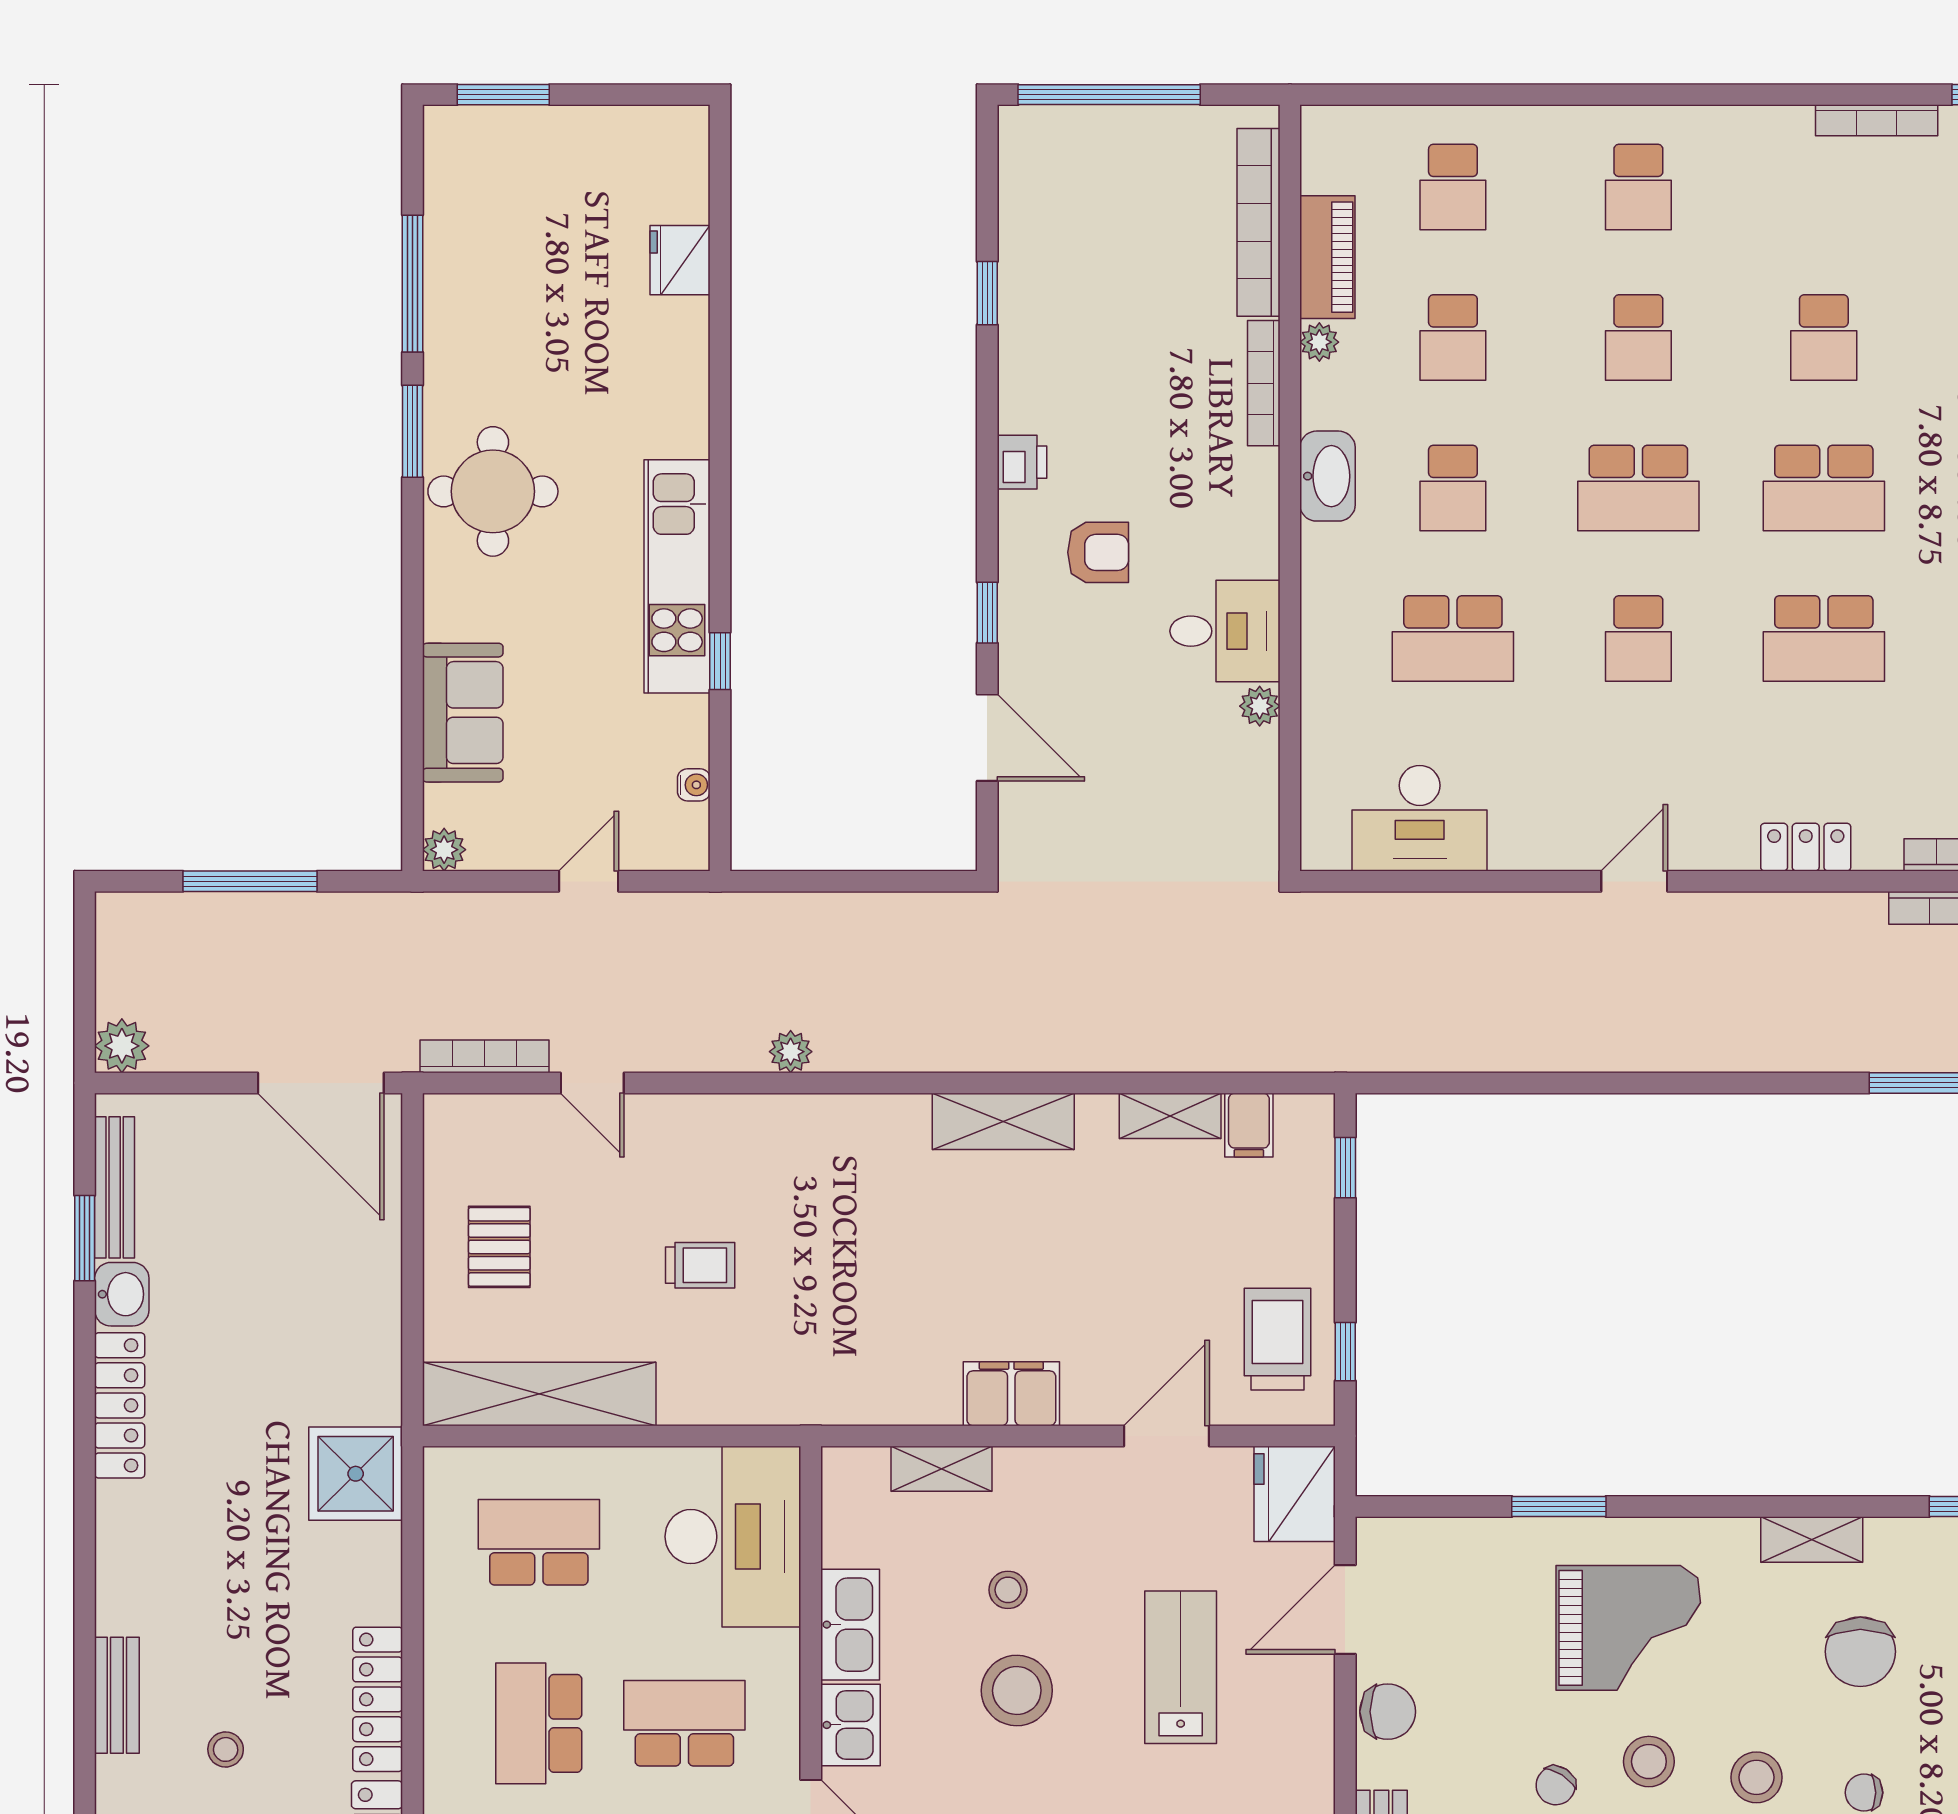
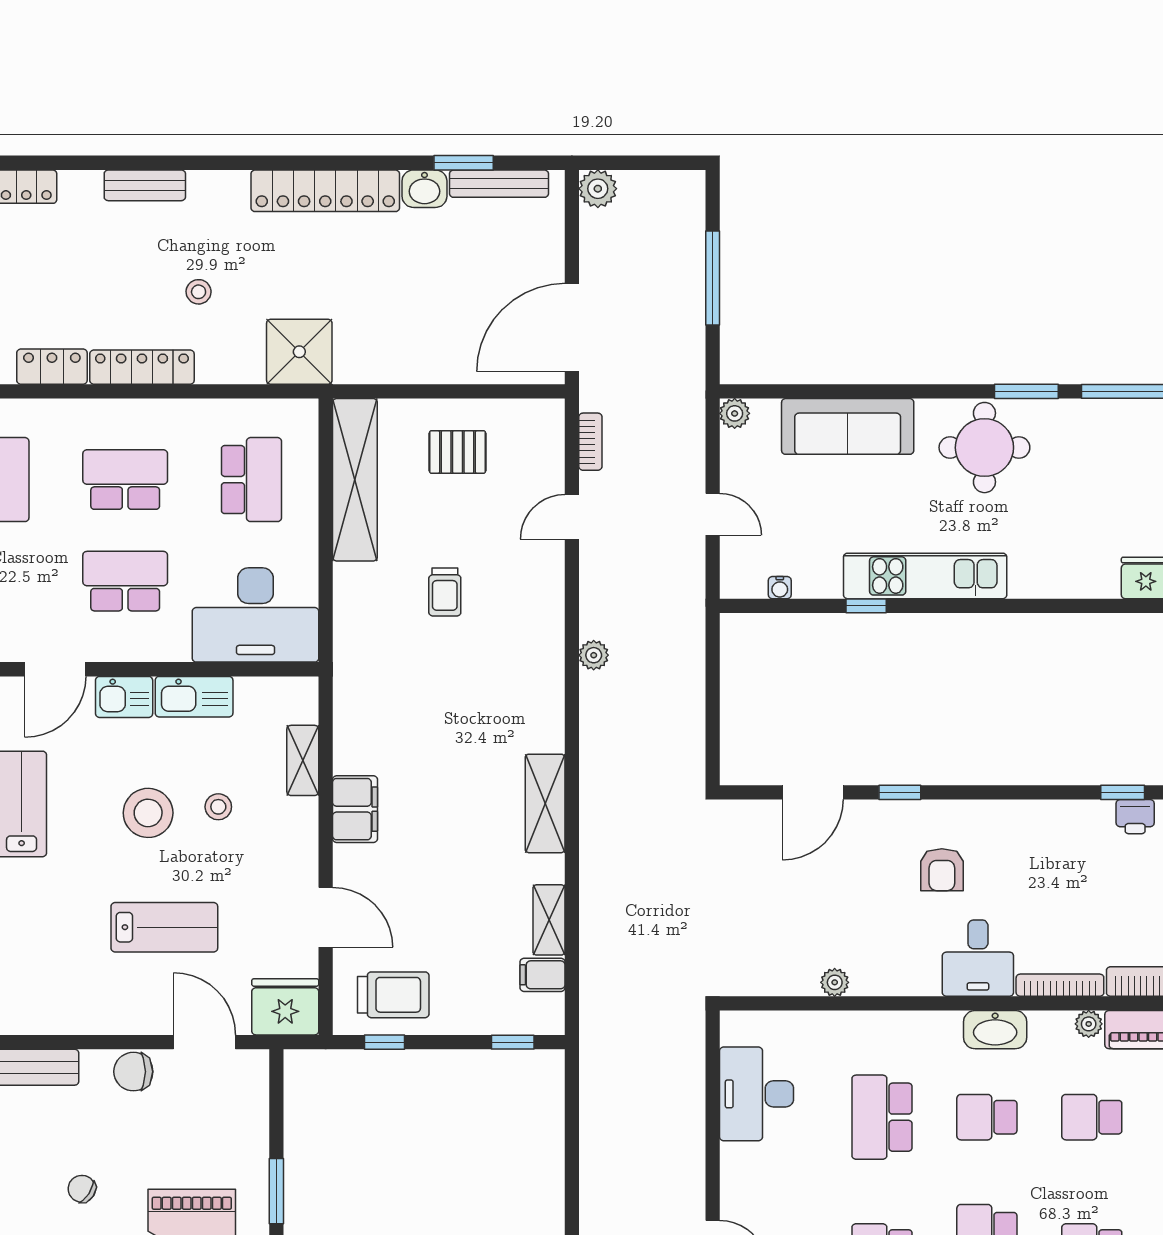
printer: (1022, 462) -> (1135, 817), moved
desk: (1225, 631) -> (978, 958), moved
sofa: (463, 713) -> (848, 426), width x1.36
bookcase: (485, 1056) -> (590, 442), width x0.64
locker: (120, 1405) -> (325, 191), width x1.41, depth x1.21
chair: (1388, 1712) -> (133, 1072), turned 90
school desk: (684, 1723) -> (125, 581), turned -90
stool: (226, 1749) -> (199, 292), moved

